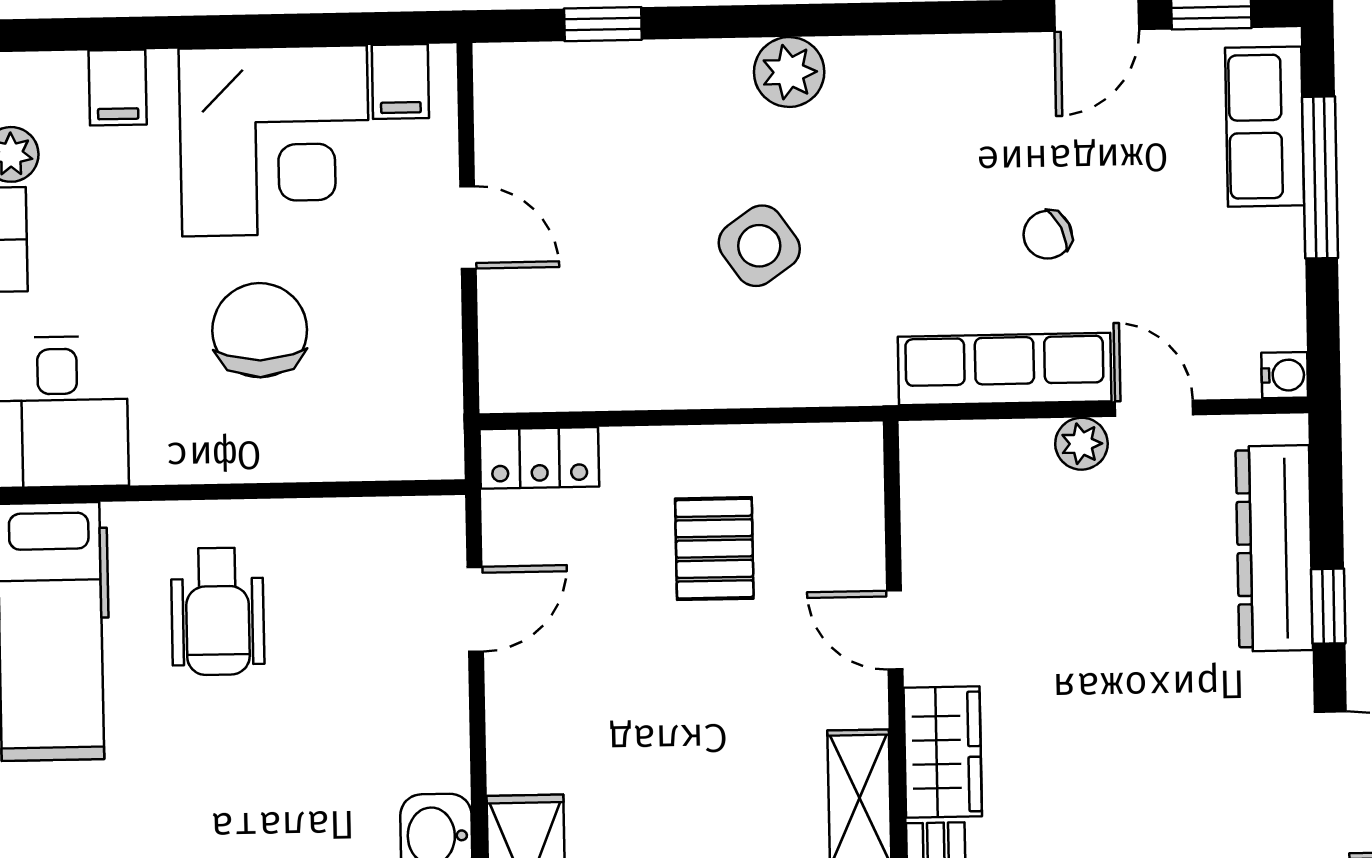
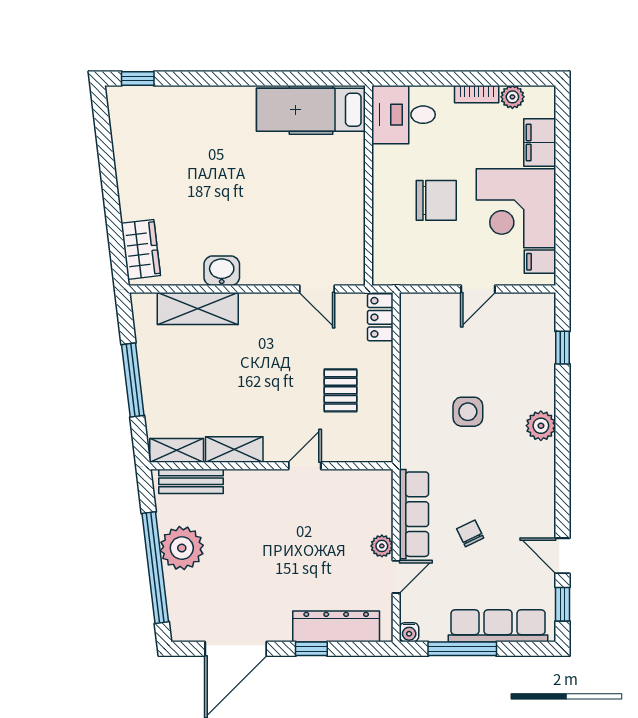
filing cabinet: (118, 87) -> (540, 142), width x2.00
row of seats: (1265, 127) -> (498, 626), width x1.48
window: (1320, 177) -> (462, 649), moved
side table: (759, 246) -> (468, 412), turned 35
pallet: (714, 549) -> (341, 390), turned 90
wheelchair: (218, 612) -> (318, 180), removed
wardrobe: (943, 752) -> (253, 485), removed

